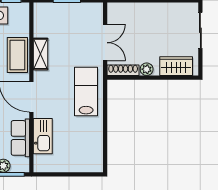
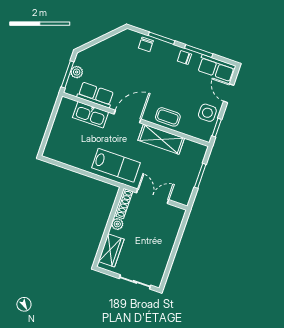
double door: (105, 43) -> (153, 196), swing flipped
shelving: (40, 54) -> (161, 139), width x1.50, depth x1.33
coffee table: (17, 55) -> (168, 117), width x0.73, depth x0.77

